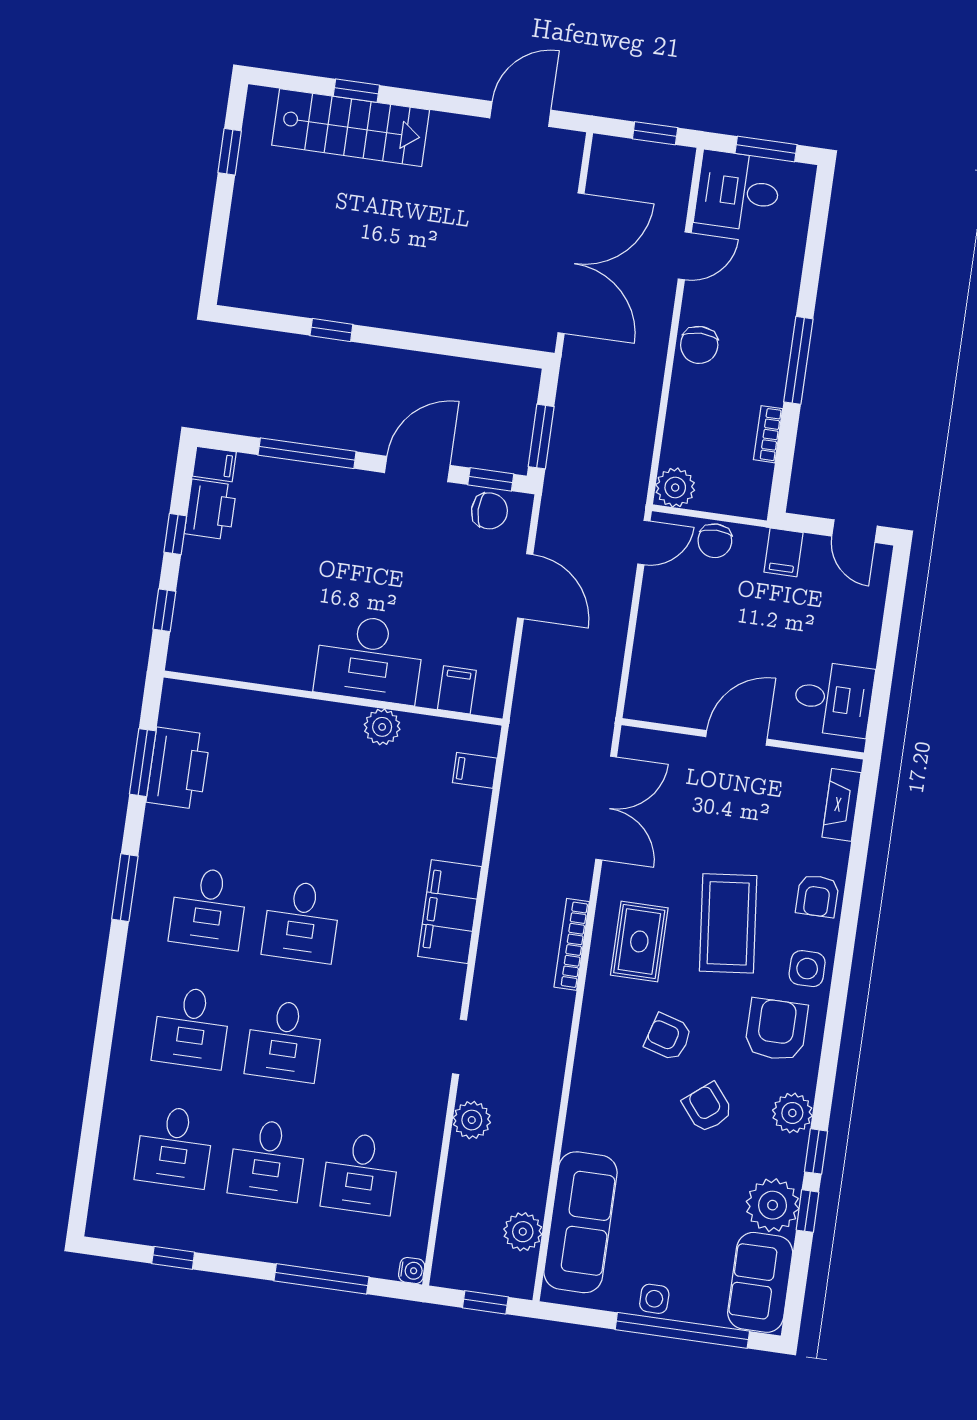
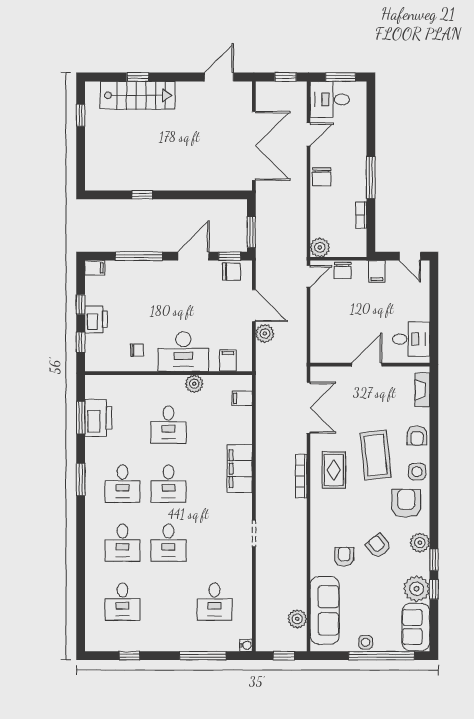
printer: (211, 510) -> (96, 319), moved
chair: (276, 643) -> (137, 350), added
armchair: (668, 1037) -> (344, 557), moved, turned 74
plant: (472, 1120) -> (265, 334), moved
desk: (267, 1160) -> (168, 425), moved

